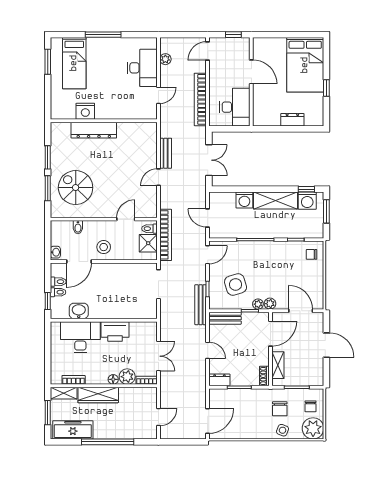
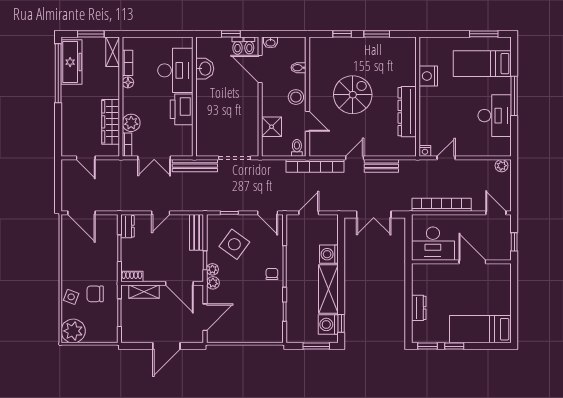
plant: (165, 59) -> (502, 166), moved
bed: (305, 65) -> (480, 329), width x0.67
desk: (142, 68) -> (495, 116), moved, turned -90
door: (251, 72) -> (472, 262), swing flipped
door: (158, 95) -> (446, 158), swing flipped
window: (326, 112) -> (427, 346), added
nightstand: (152, 114) -> (425, 151), added
dresser: (94, 130) -> (407, 112), moved
door: (158, 177) -> (355, 158), hinge flipped
window: (48, 188) -> (342, 34), width x0.67
spiral stairs: (76, 188) -> (353, 95), moved
bookcase: (166, 235) -> (315, 166), moved
shower: (148, 243) -> (272, 127), moved
stool: (104, 247) -> (296, 97), moved
chair: (312, 254) -> (272, 274), moved
side table: (236, 284) -> (234, 244), turned -37
toilet: (58, 292) -> (249, 45), moved
window: (48, 301) -> (231, 34), moved
bench: (201, 305) -> (195, 166), moved
floor lamp: (113, 379) -> (128, 82), moved
wardrobe: (98, 395) -> (111, 122), moved
chair: (311, 406) -> (98, 328), removed
window: (108, 442) -> (58, 73), moved

